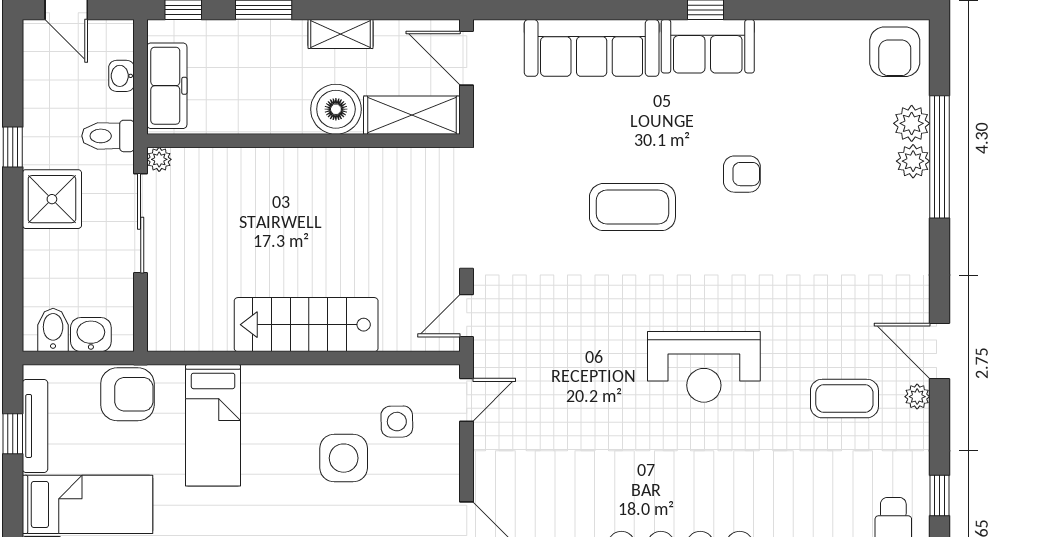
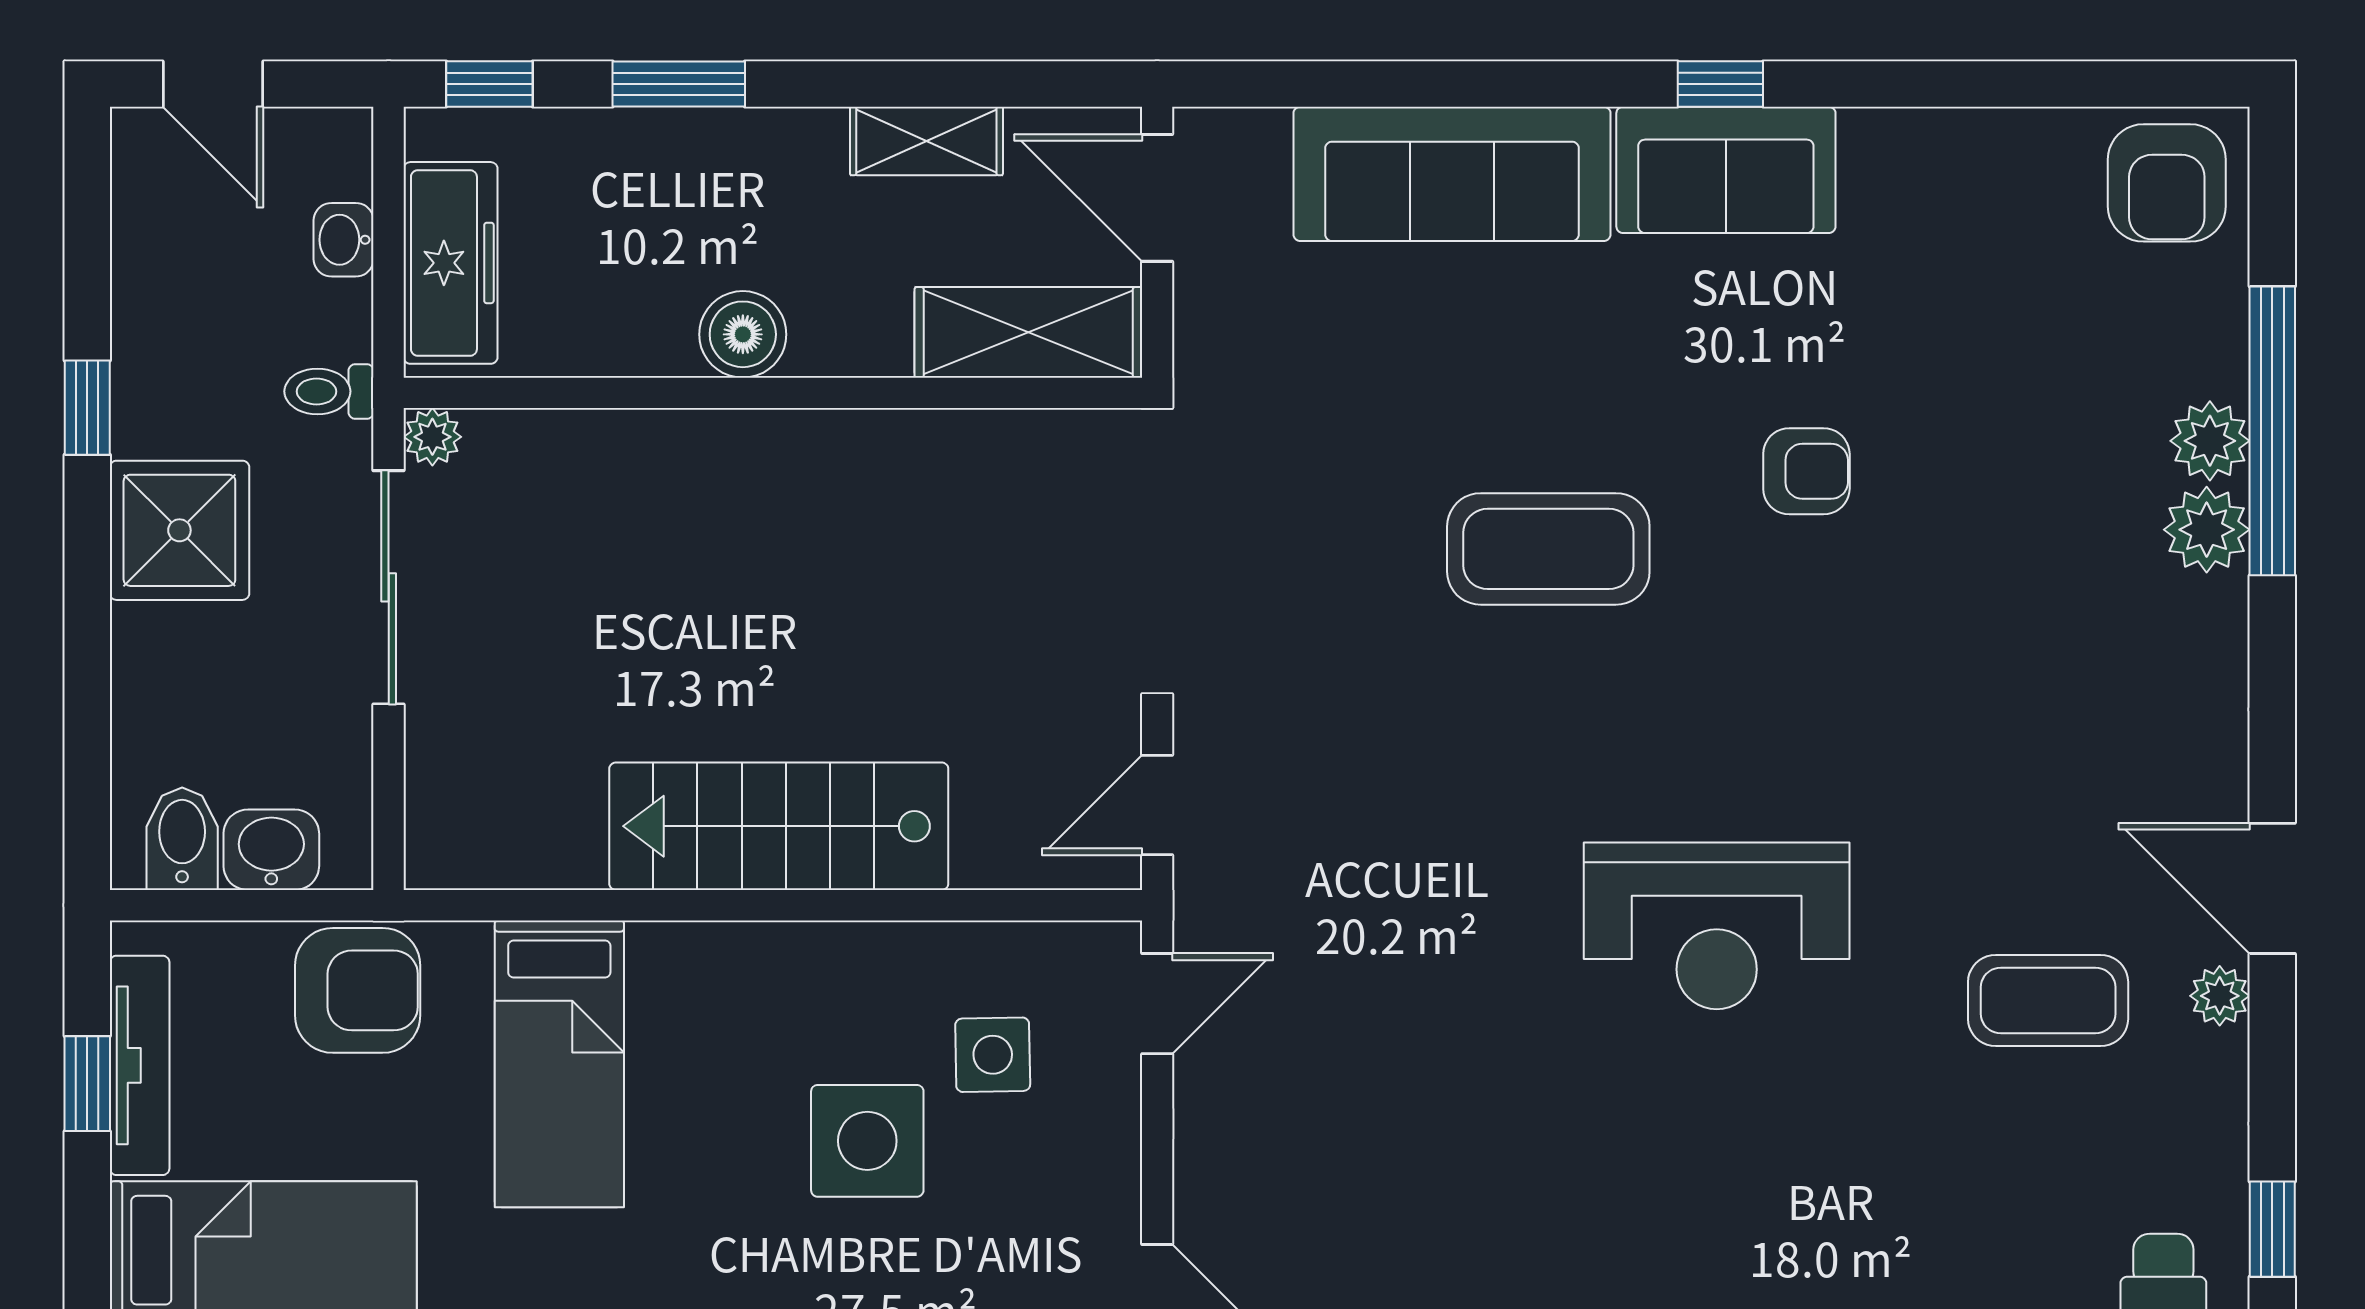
shelving: (341, 34) -> (926, 141), moved
boiler: (336, 109) -> (743, 334), moved, width x0.73, depth x0.73
plant: (912, 123) -> (2207, 530), moved
toilet: (108, 136) -> (329, 391), width x0.73, depth x0.72

